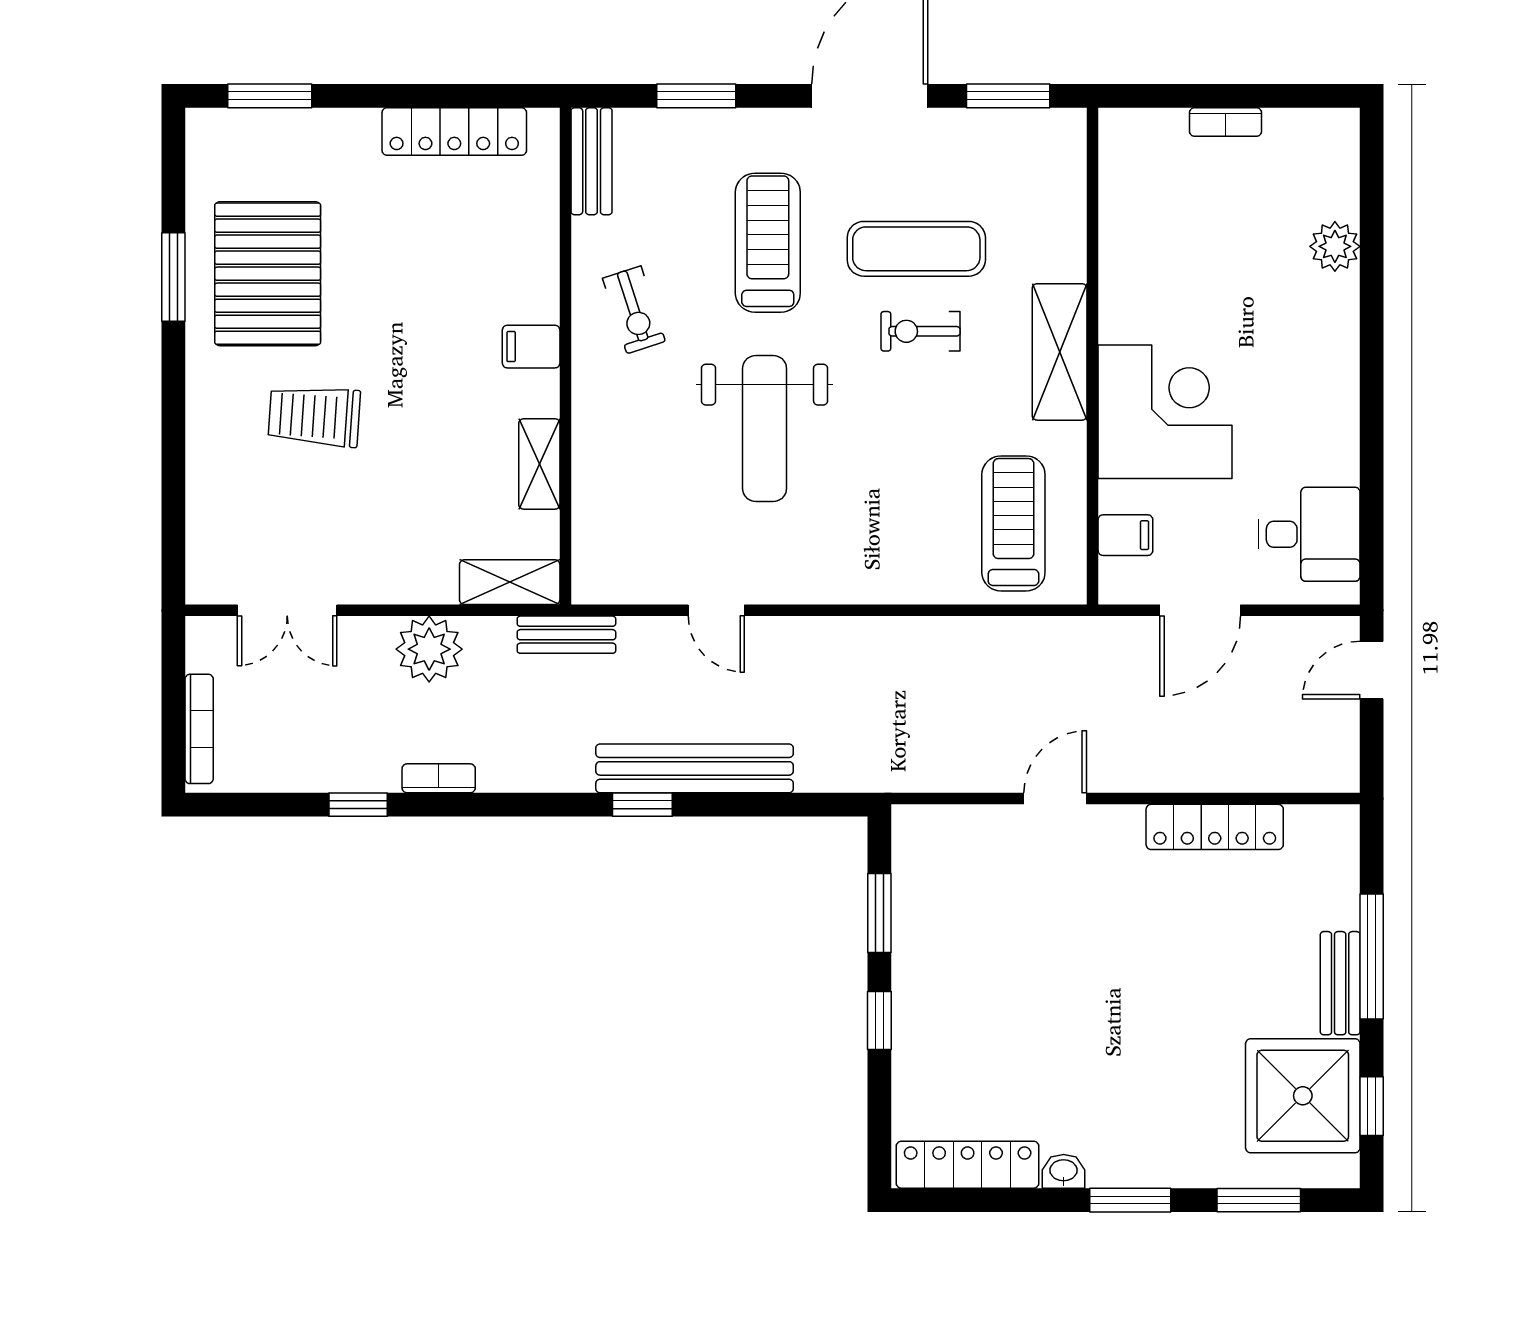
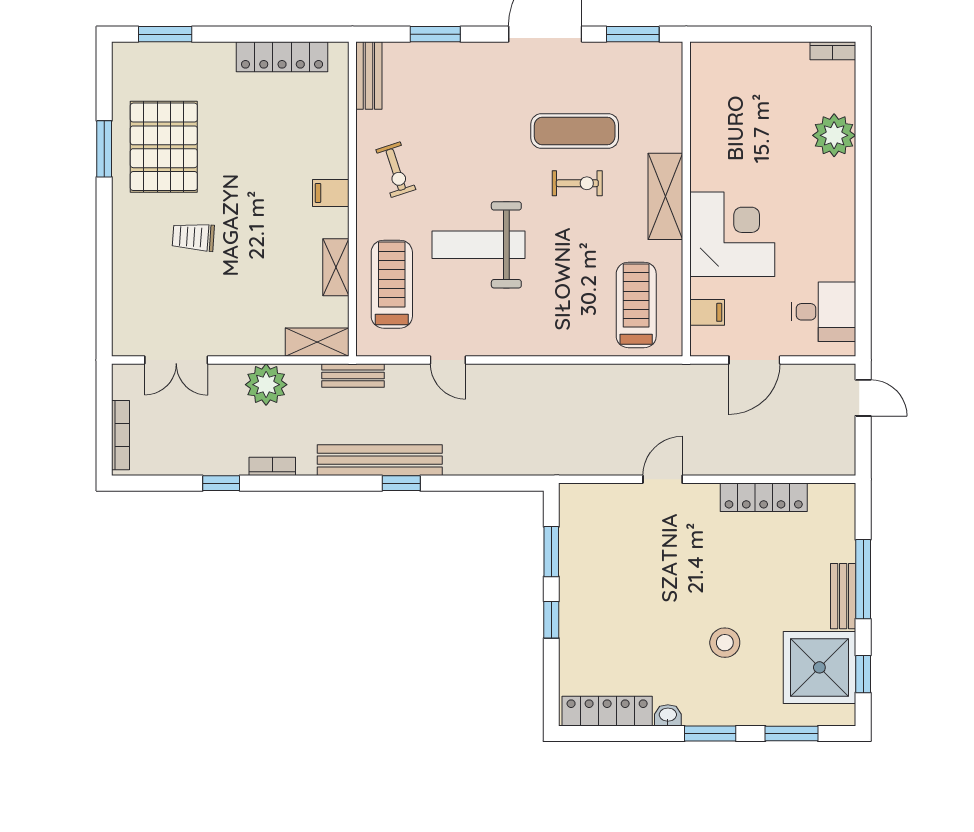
bookcase: (1226, 122) -> (833, 51), moved
treadmill: (768, 243) -> (392, 284), moved
plant: (1335, 246) -> (834, 135), width x1.36, depth x1.36
exercise bike: (920, 331) -> (577, 183), turned 180
trolley: (314, 416) -> (193, 237), width x0.73, depth x0.72
weight bench: (765, 428) -> (479, 245), turned 90
door: (1372, 670) -> (863, 398), swing flipped
bench: (695, 768) -> (380, 460), moved
stool: (1153, 1057) -> (725, 643), added

